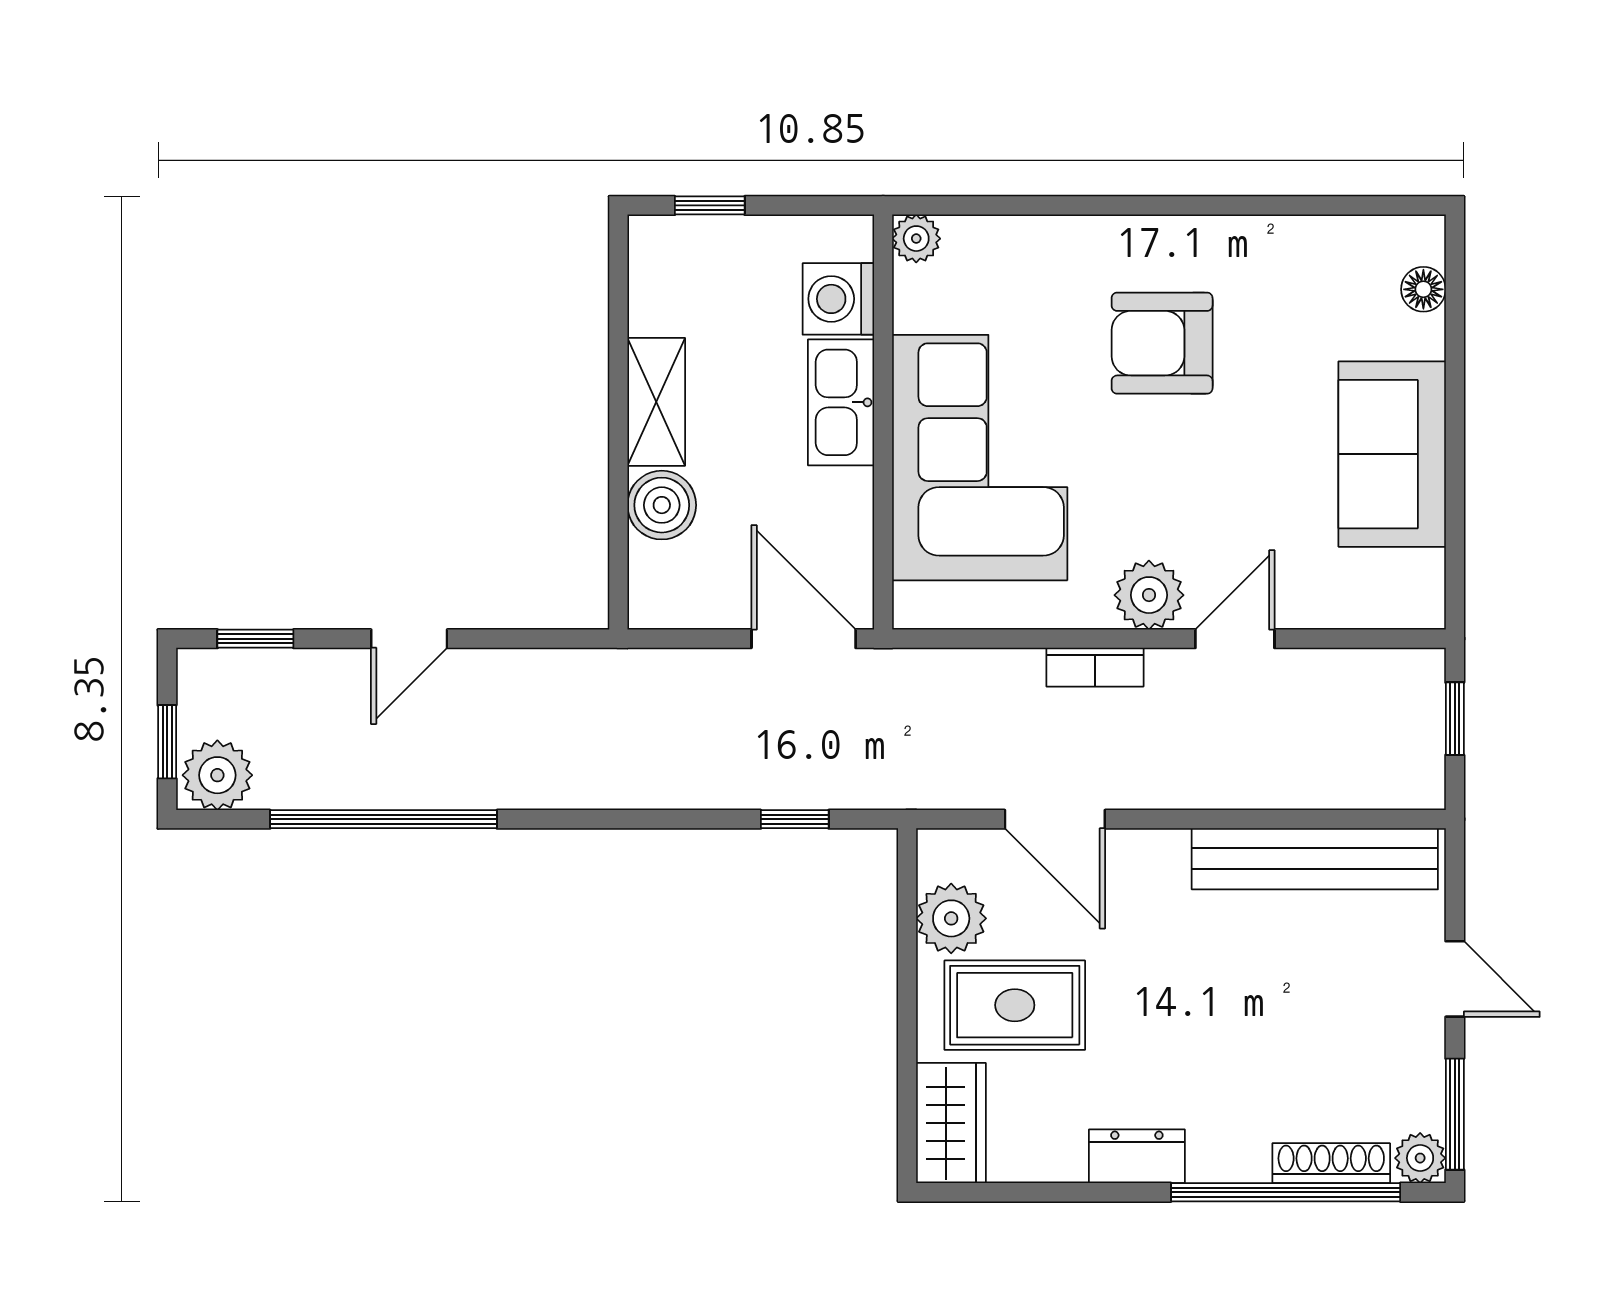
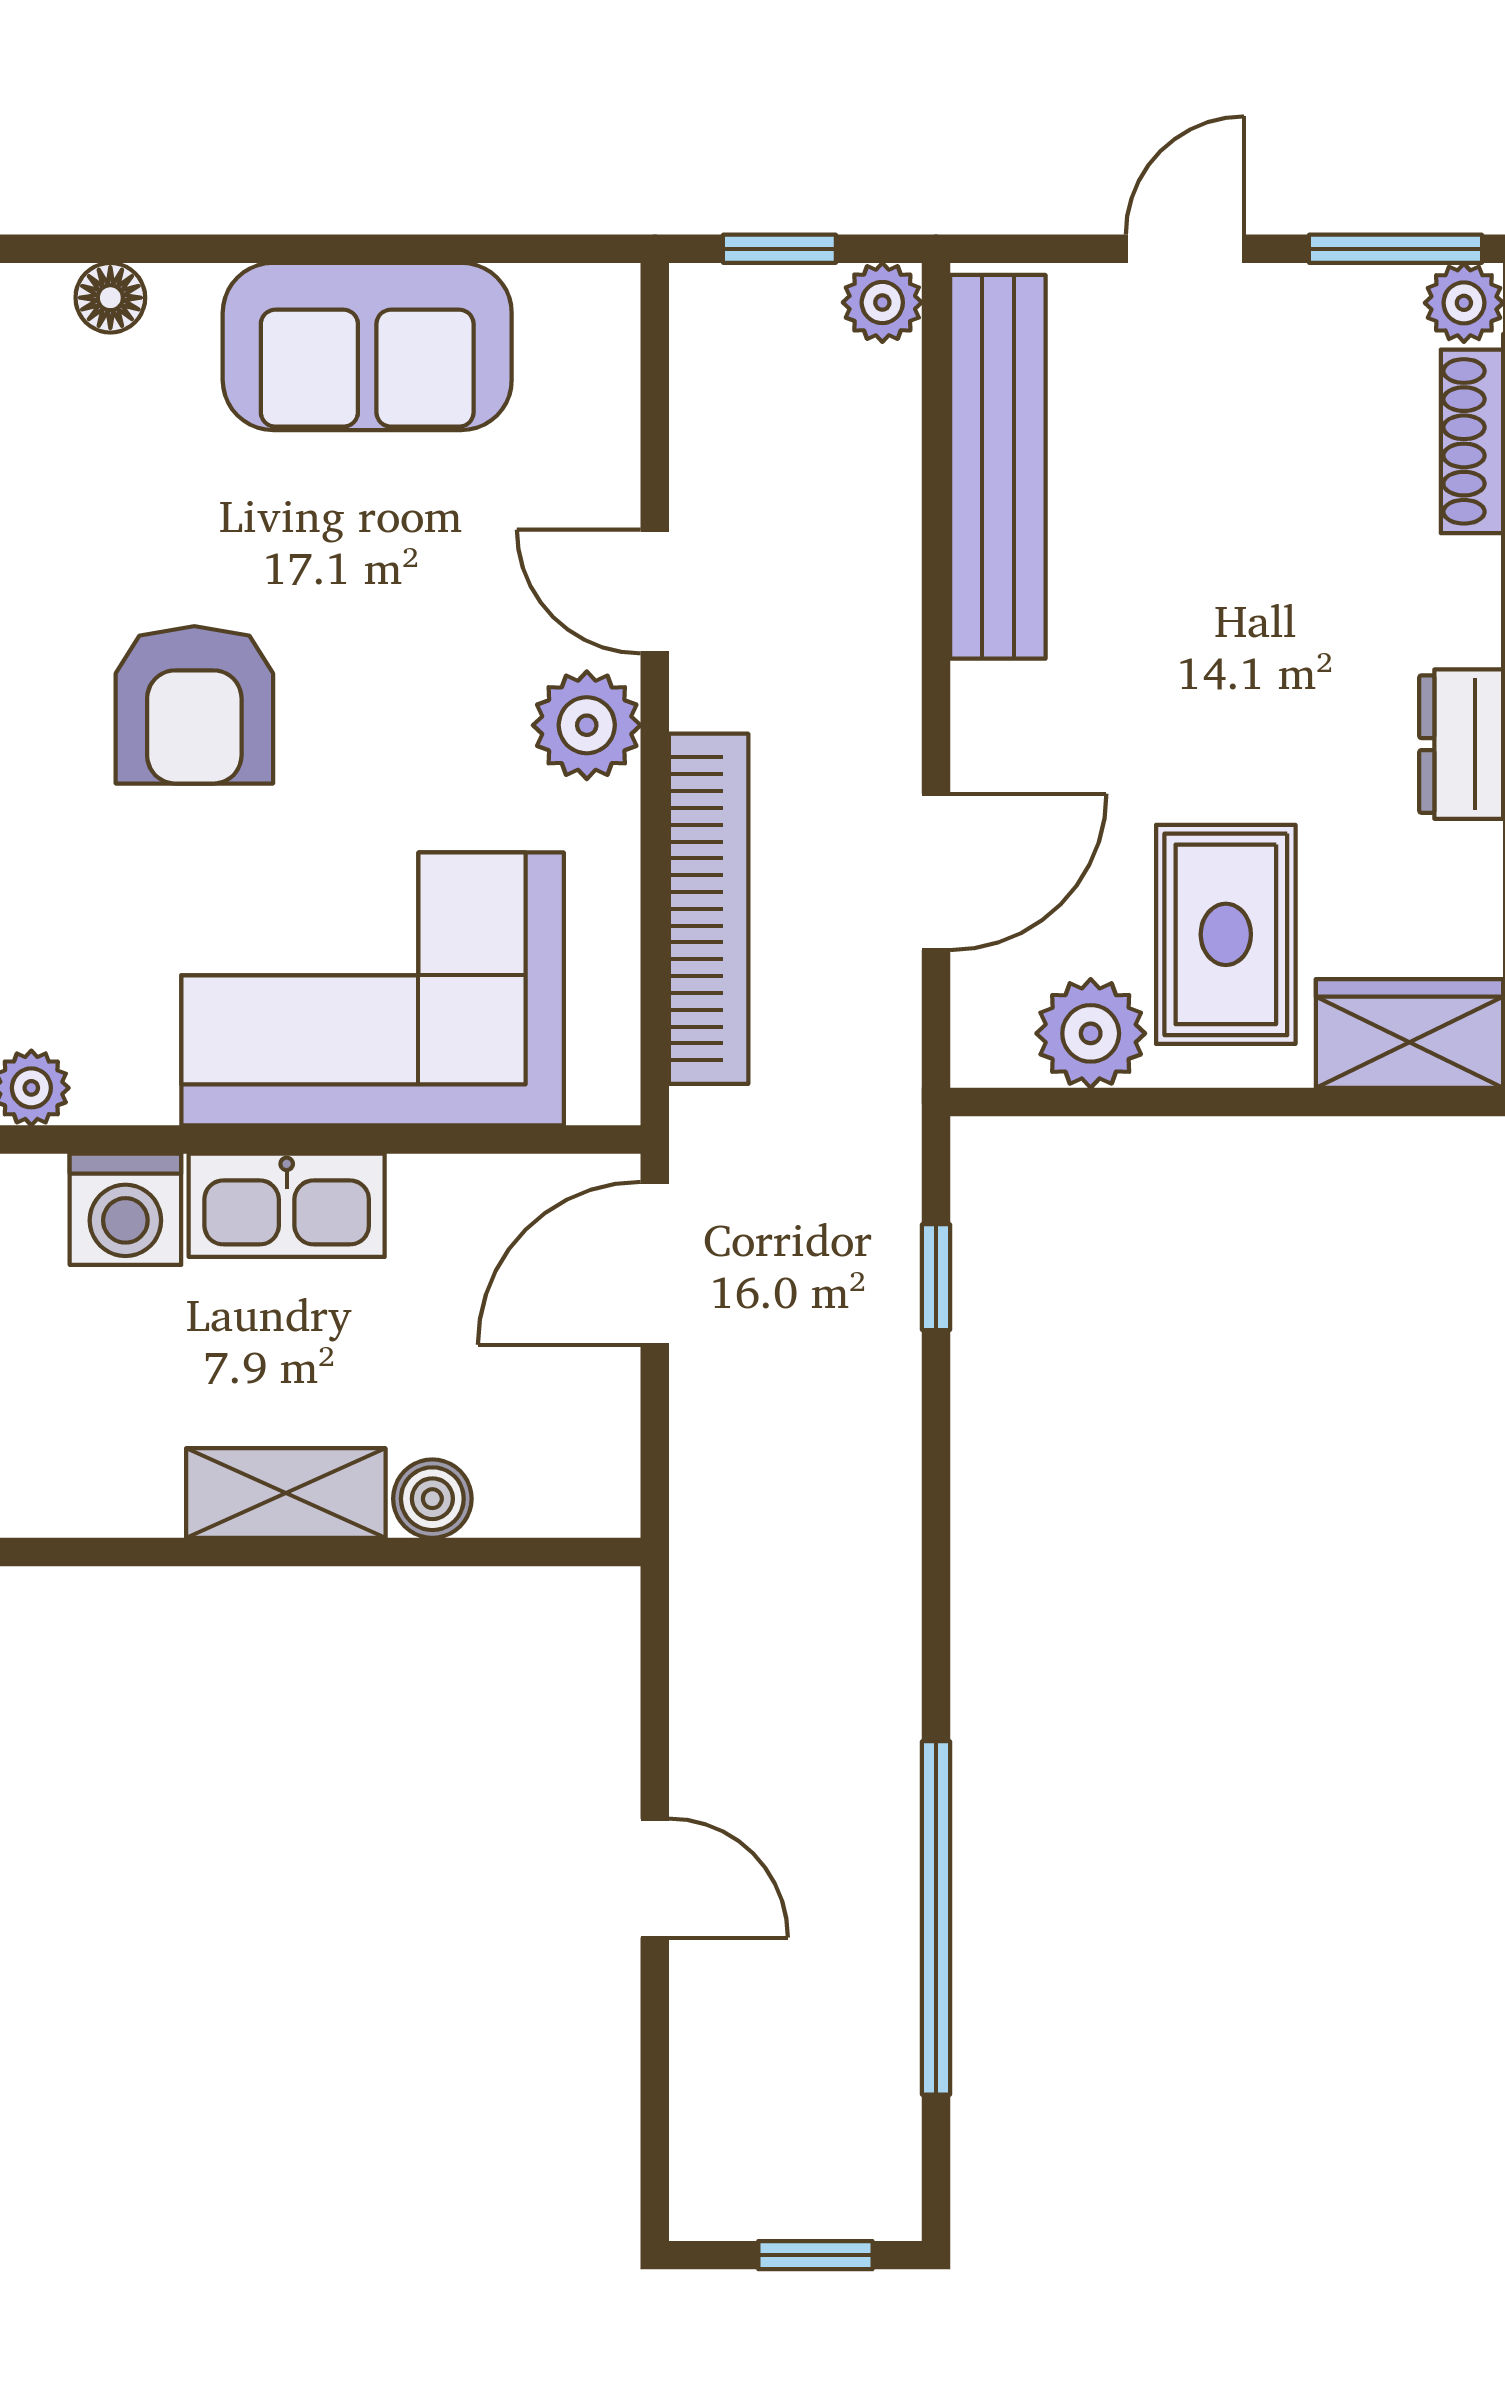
boiler: (662, 505) -> (432, 1499), width x0.73, depth x0.73
window: (255, 639) -> (655, 2117), removed
bookcase: (1095, 667) -> (709, 909), width x2.31, depth x1.31
plant: (217, 775) -> (882, 302), moved, width x0.73, depth x0.73

